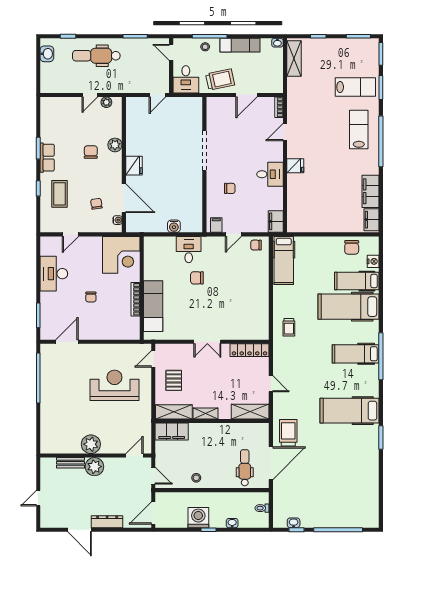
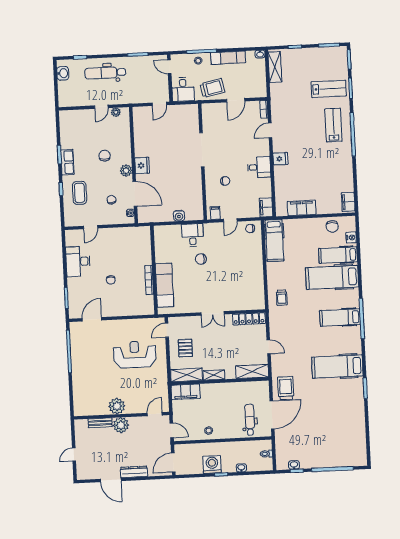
plant: (115, 145) -> (126, 171), moved
filing cabinet: (370, 191) -> (302, 208), moved, turned 90
corner desk: (121, 255) -> (135, 243), removed

